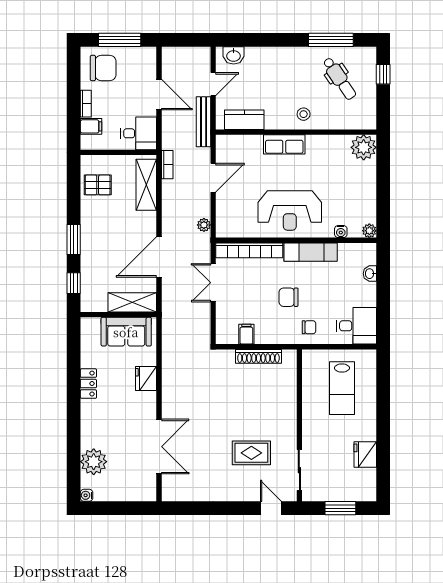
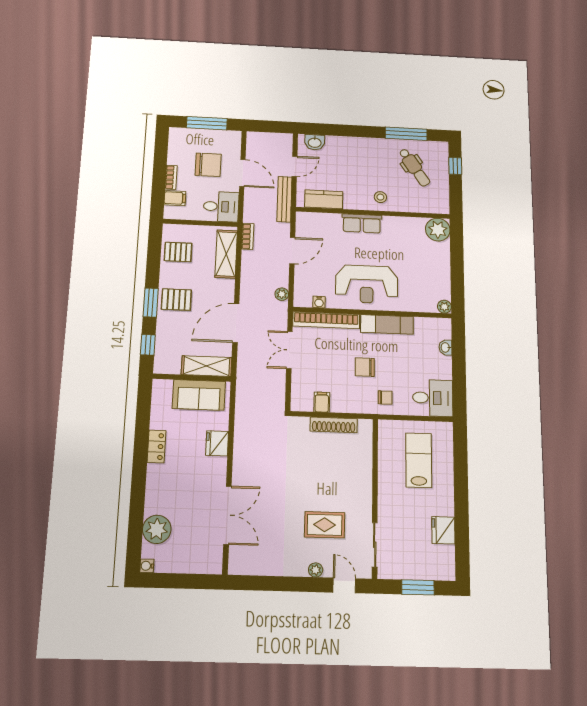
chair: (103, 68) -> (208, 165), moved
water cooler: (341, 232) -> (319, 302), moved
pallet: (99, 235) -> (176, 300), added
lab bench: (342, 388) -> (419, 460), turned 180
plant: (244, 495) -> (316, 570), added

